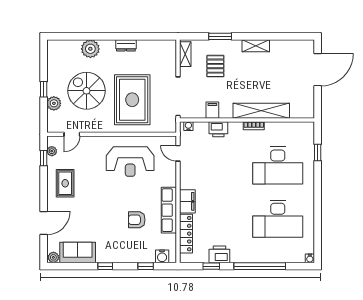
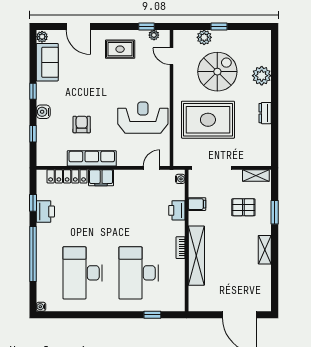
reception desk: (130, 162) -> (143, 118), turned 90
water cooler: (162, 256) -> (43, 112), moved

